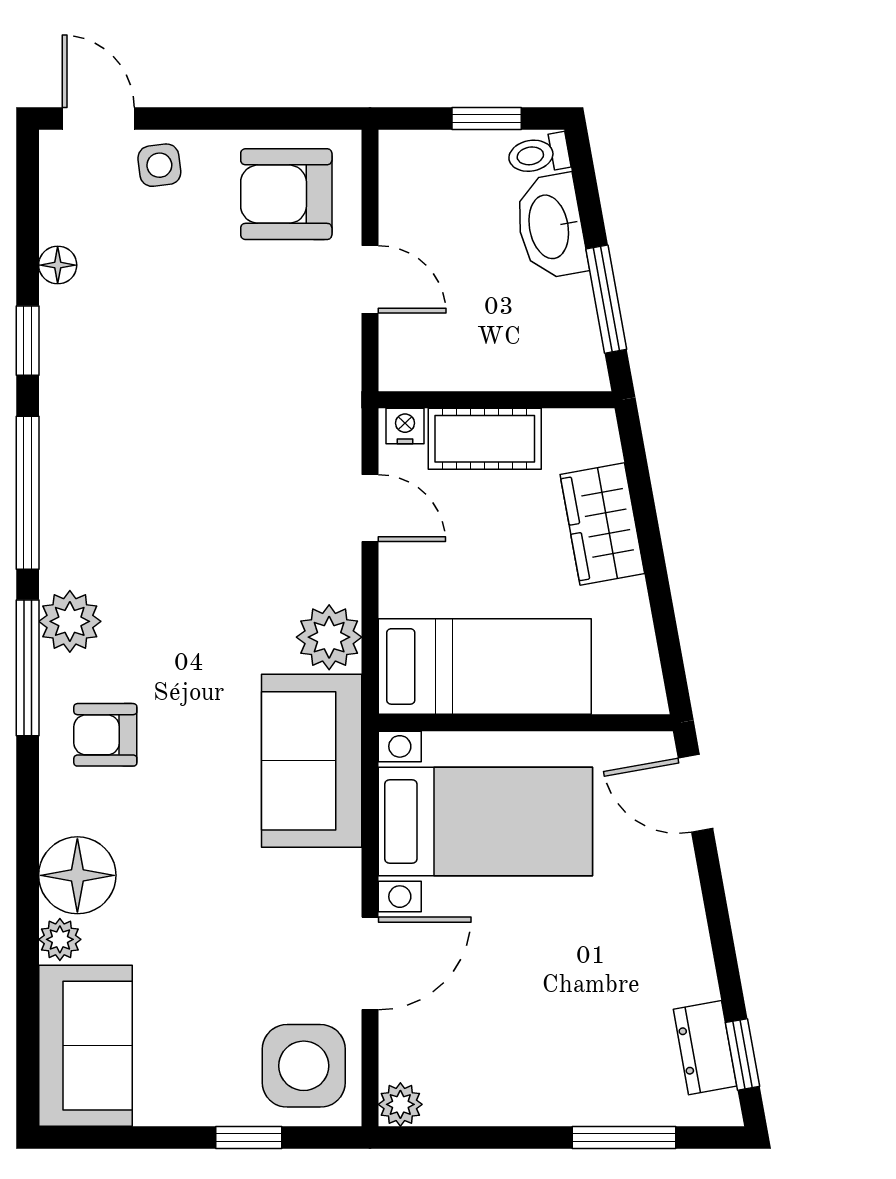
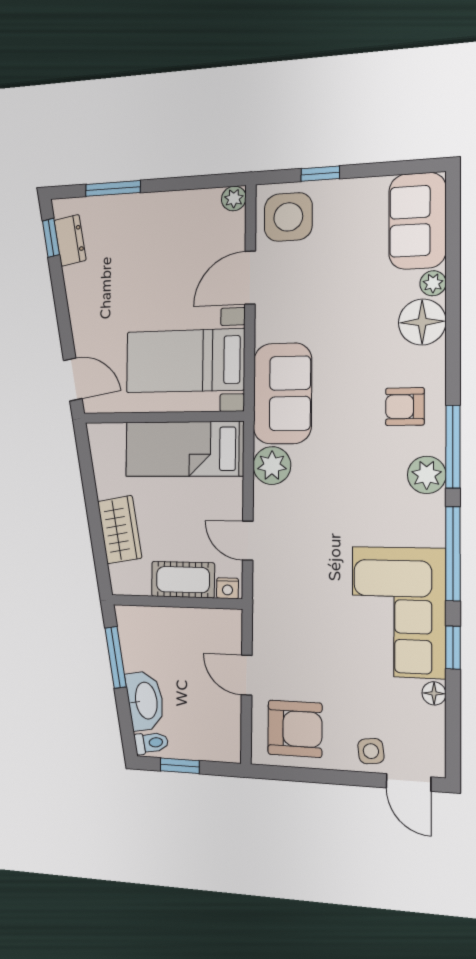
corner sofa: (115, 395) -> (399, 612), added
armchair: (105, 735) -> (405, 407), turned 180

